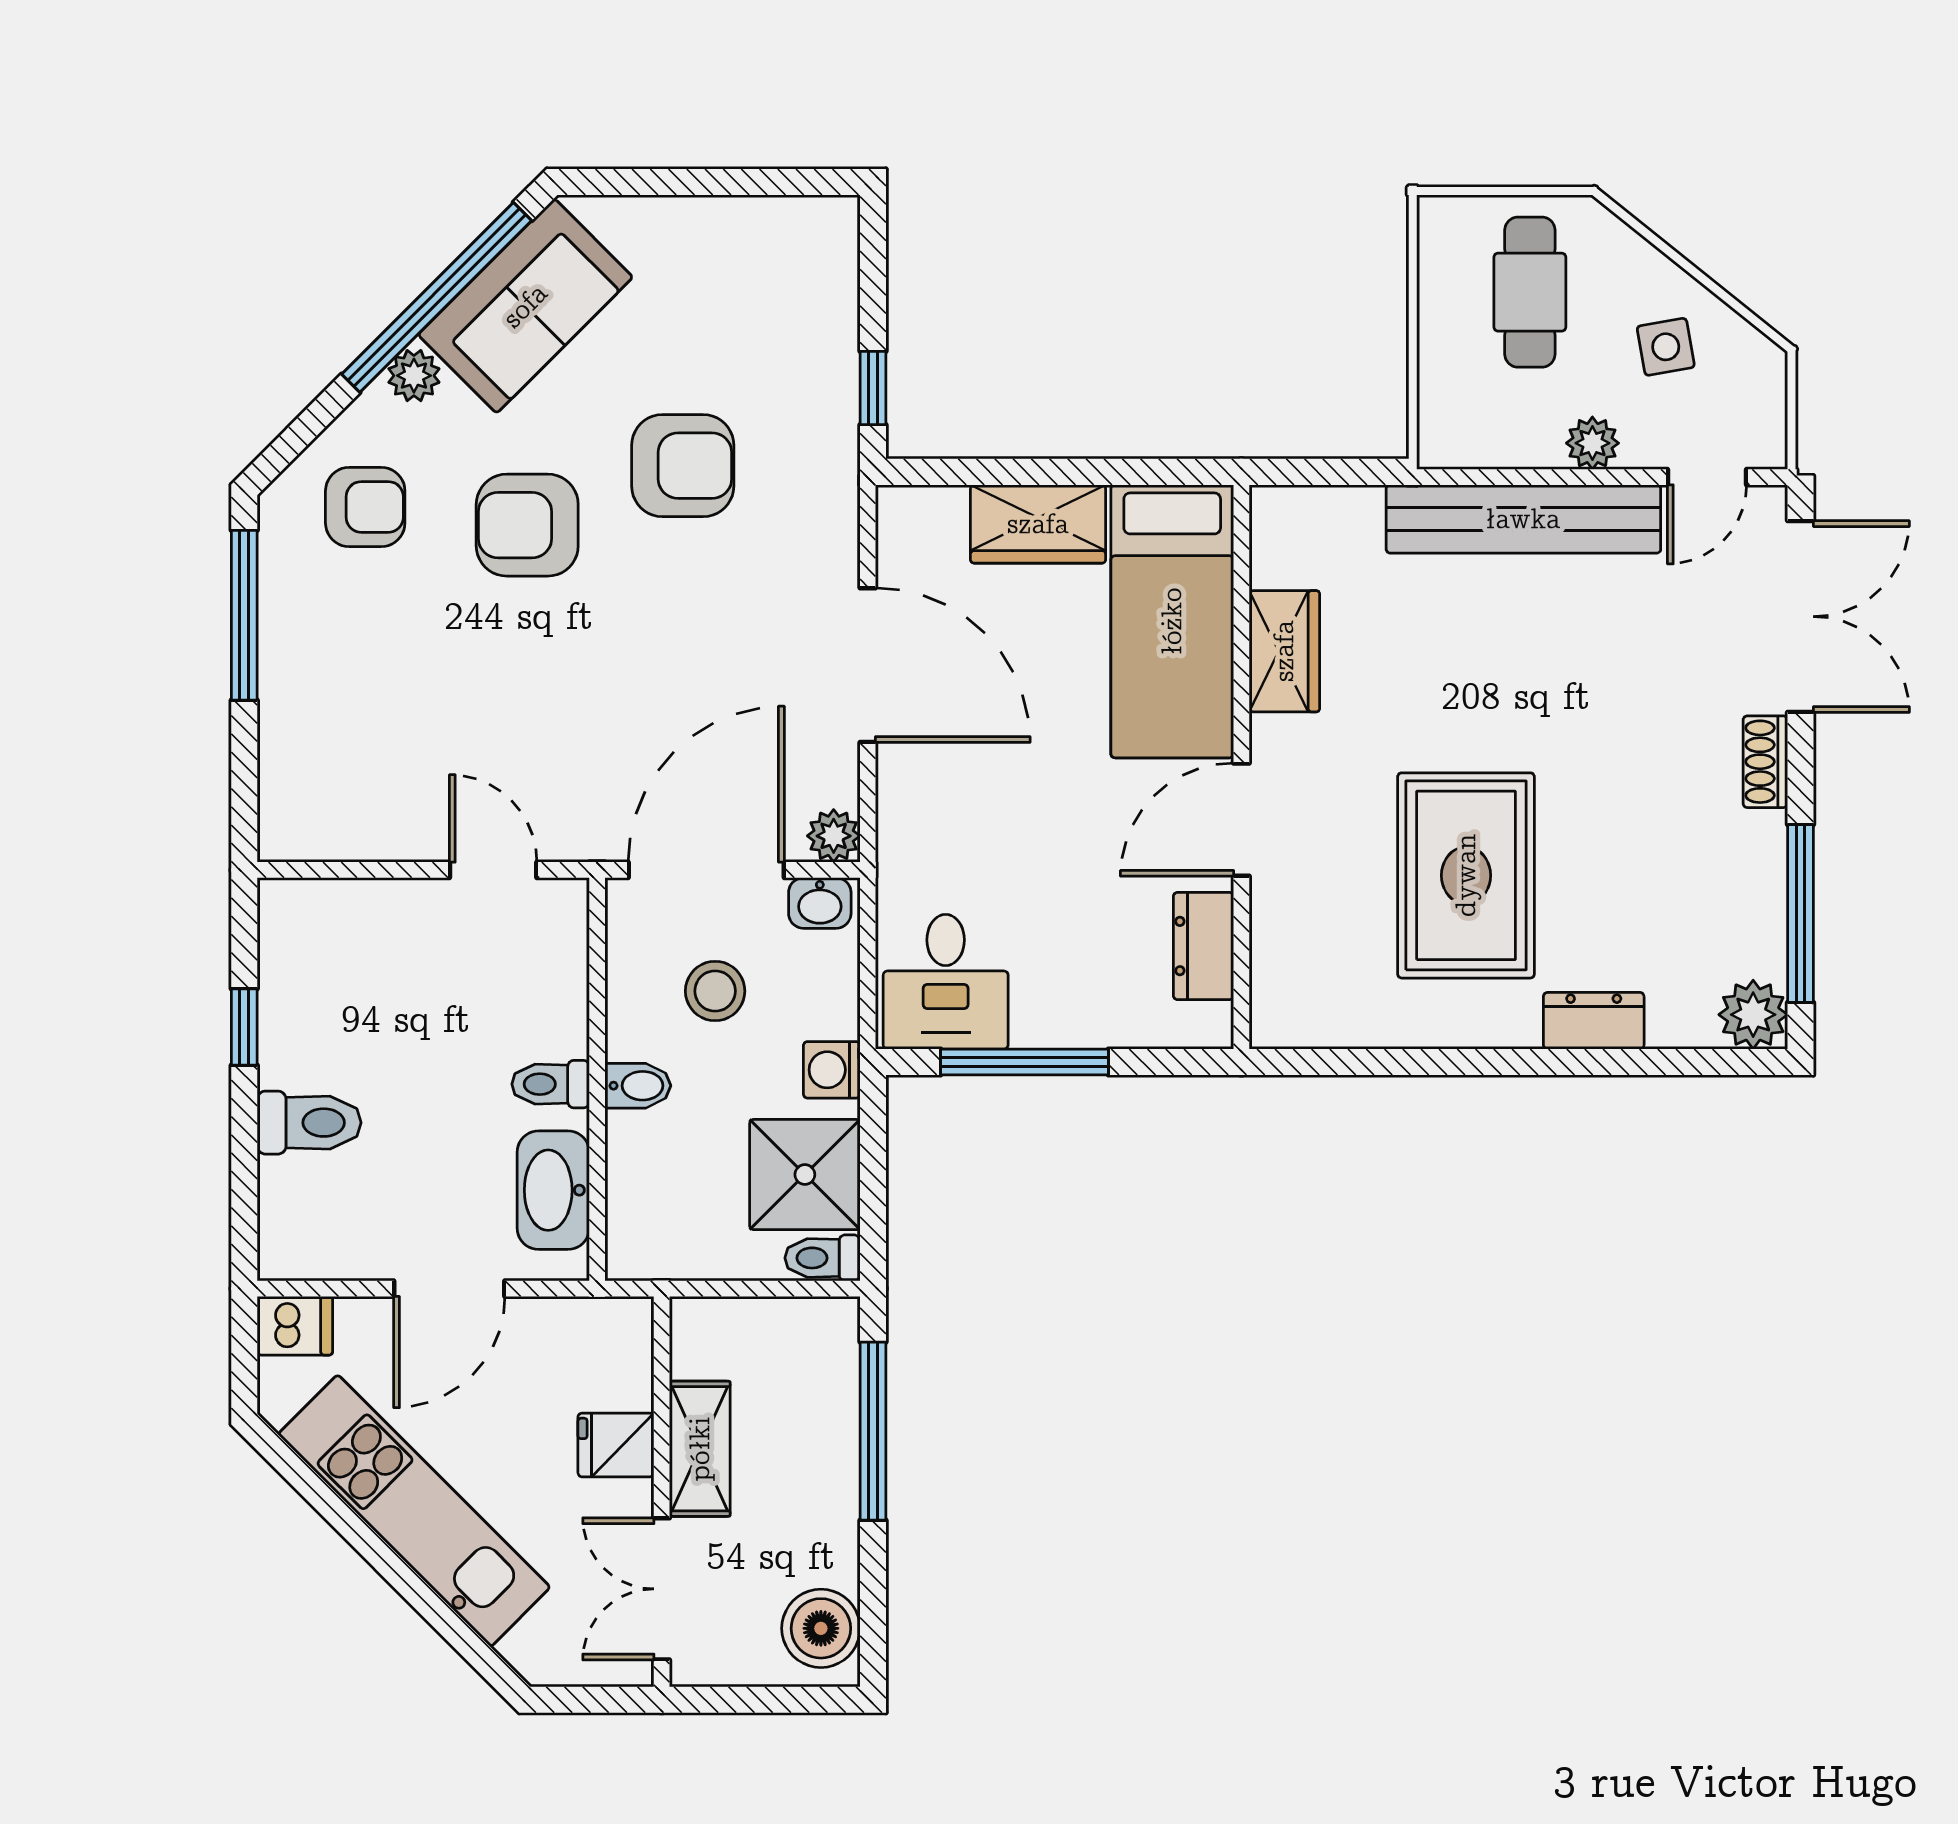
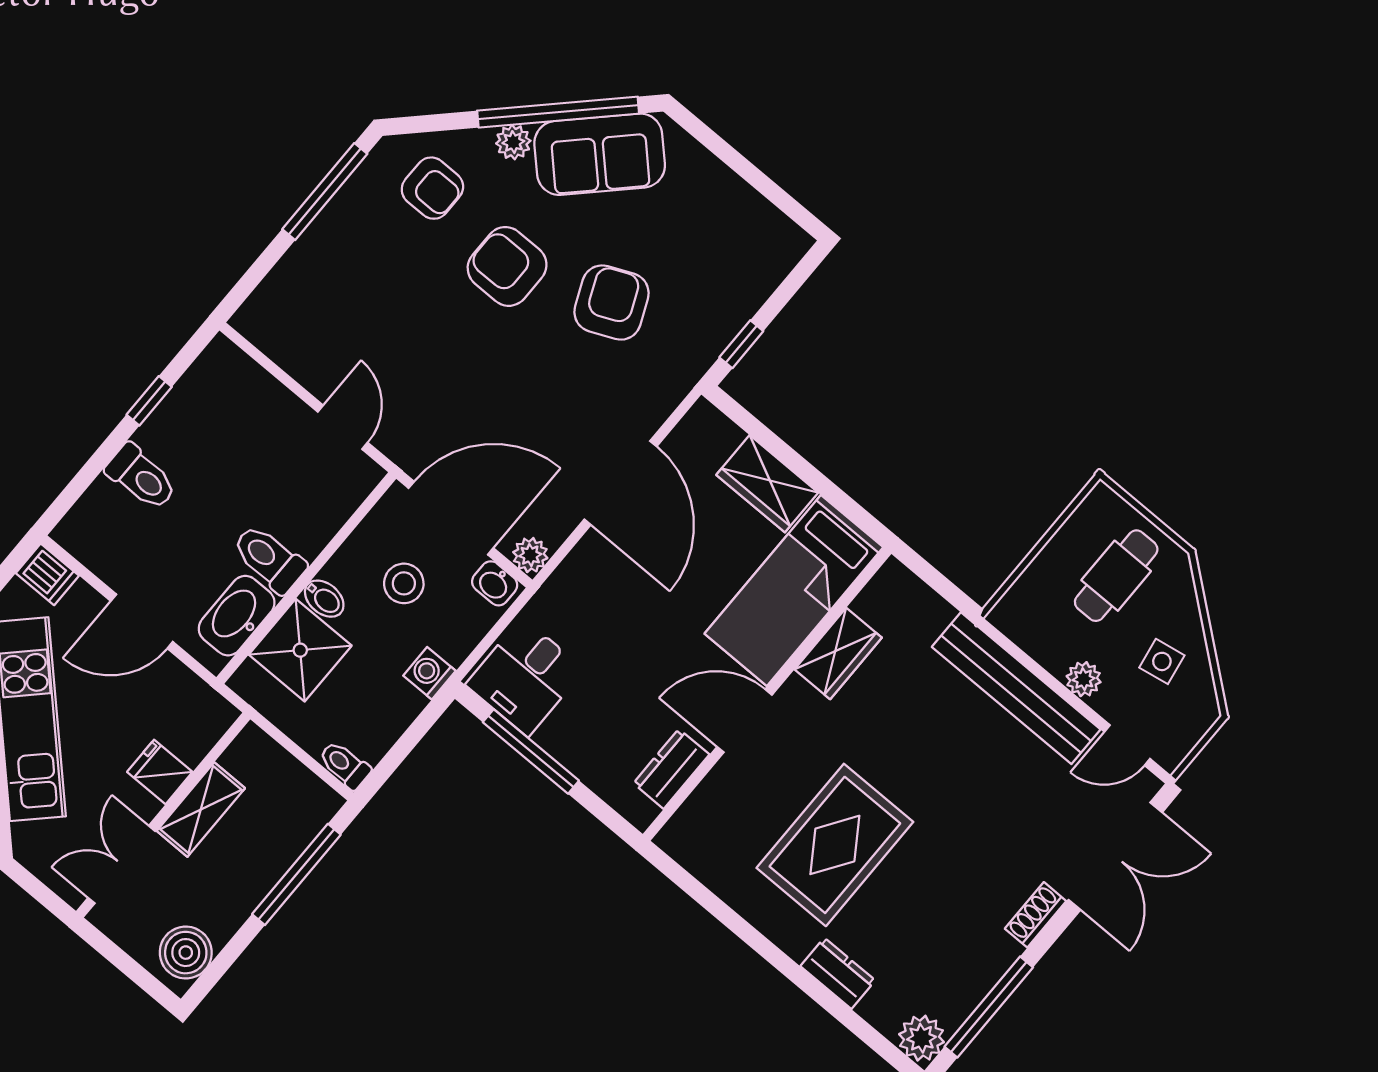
armchair: (683, 466) -> (611, 303), turned -114
toilet: (551, 1084) -> (269, 559), width x1.37, depth x1.39
shower: (805, 1175) -> (300, 650), moved

